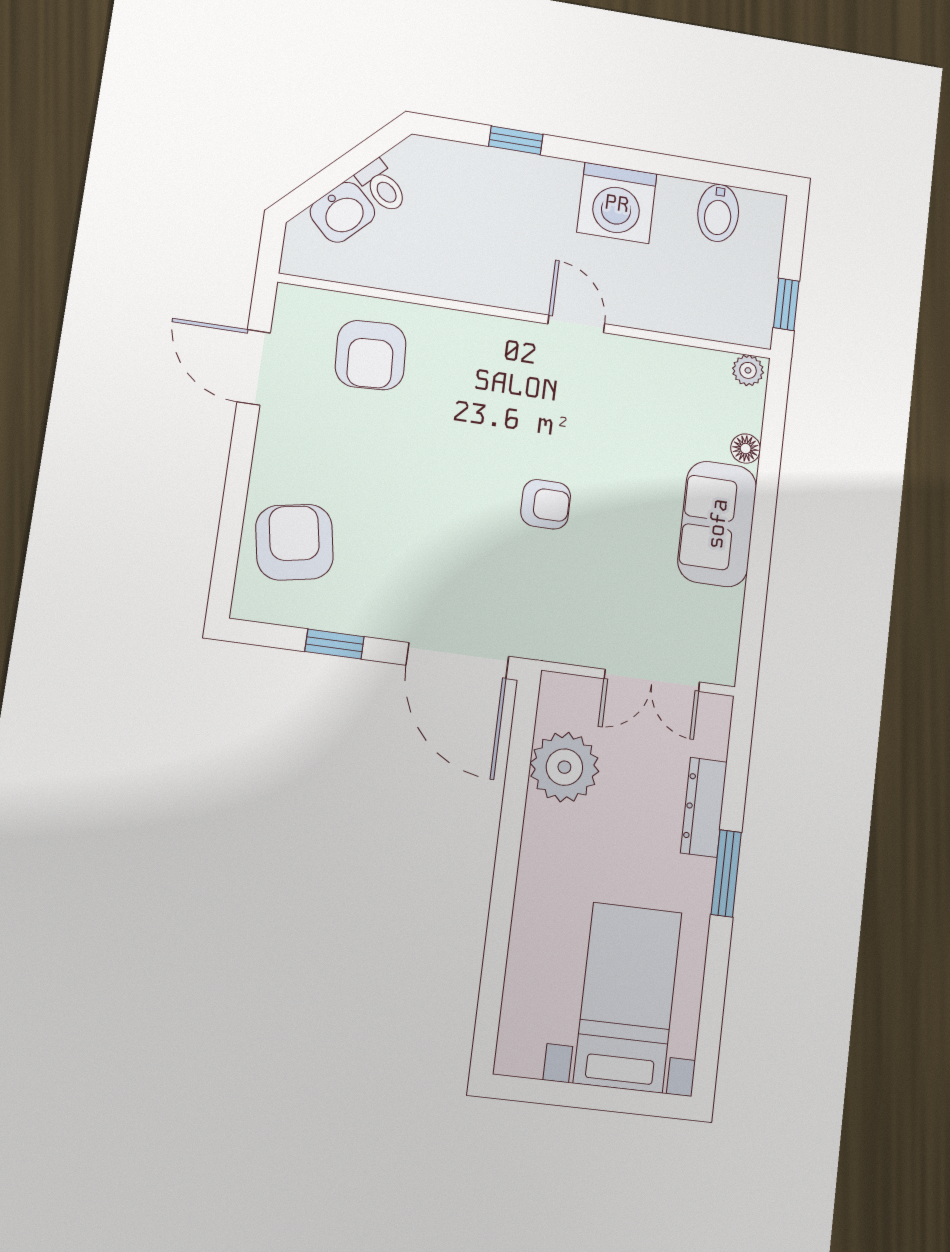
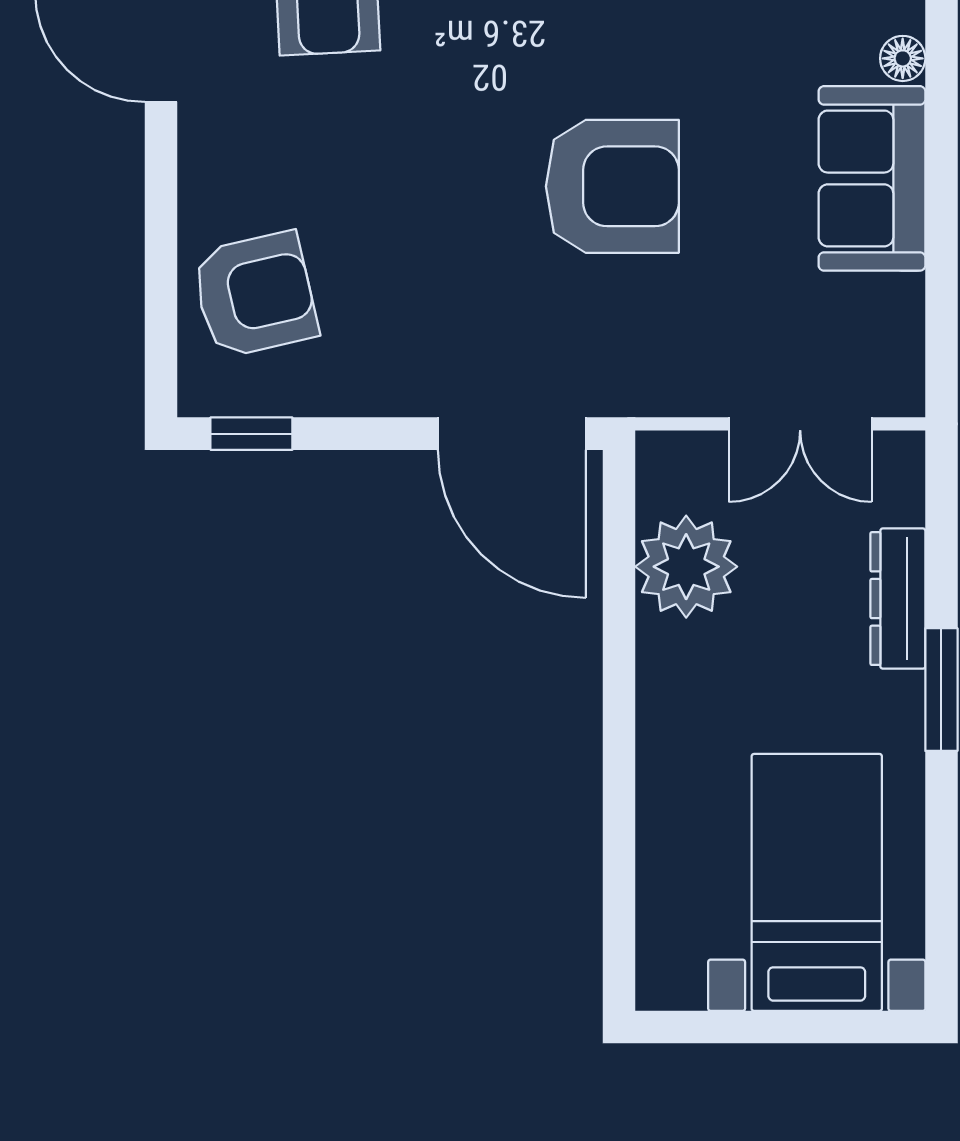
armchair: (546, 504) -> (612, 186), width x1.88, depth x1.88
armchair: (294, 542) -> (255, 295), turned 87
window: (334, 644) -> (251, 434), moved

